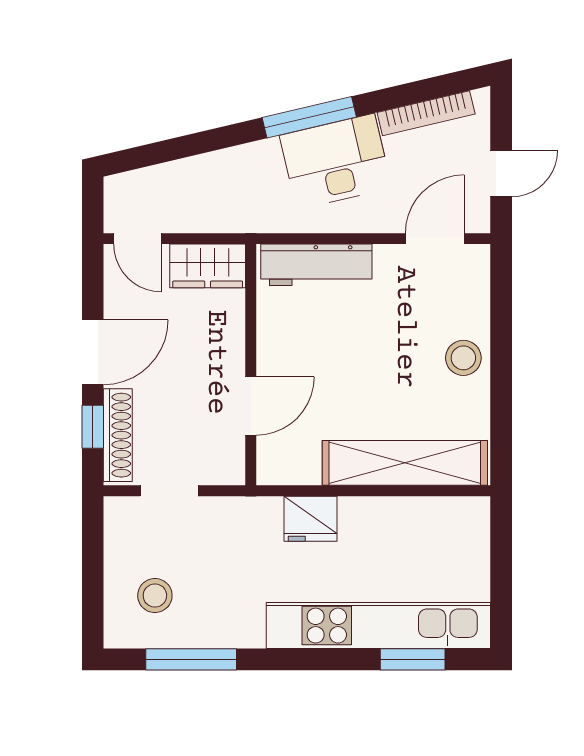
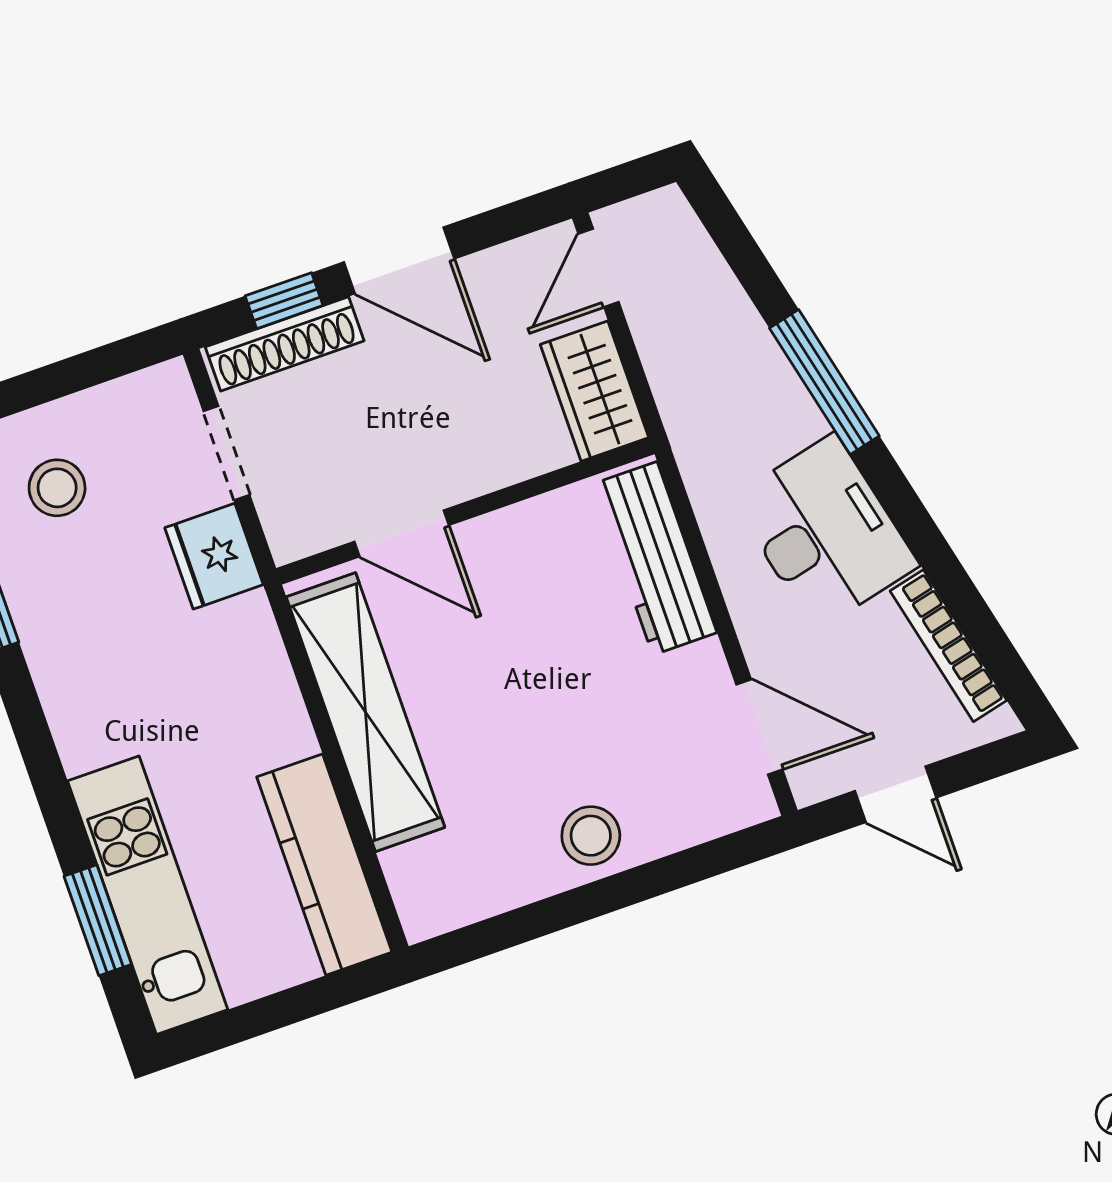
window: (309, 117) -> (824, 382), moved
shelving: (405, 463) -> (365, 712), moved
kitchen counter: (426, 517) -> (324, 865), added
fridge: (311, 519) -> (214, 556), moved
kitchen unit: (378, 626) -> (148, 895), width x0.73

